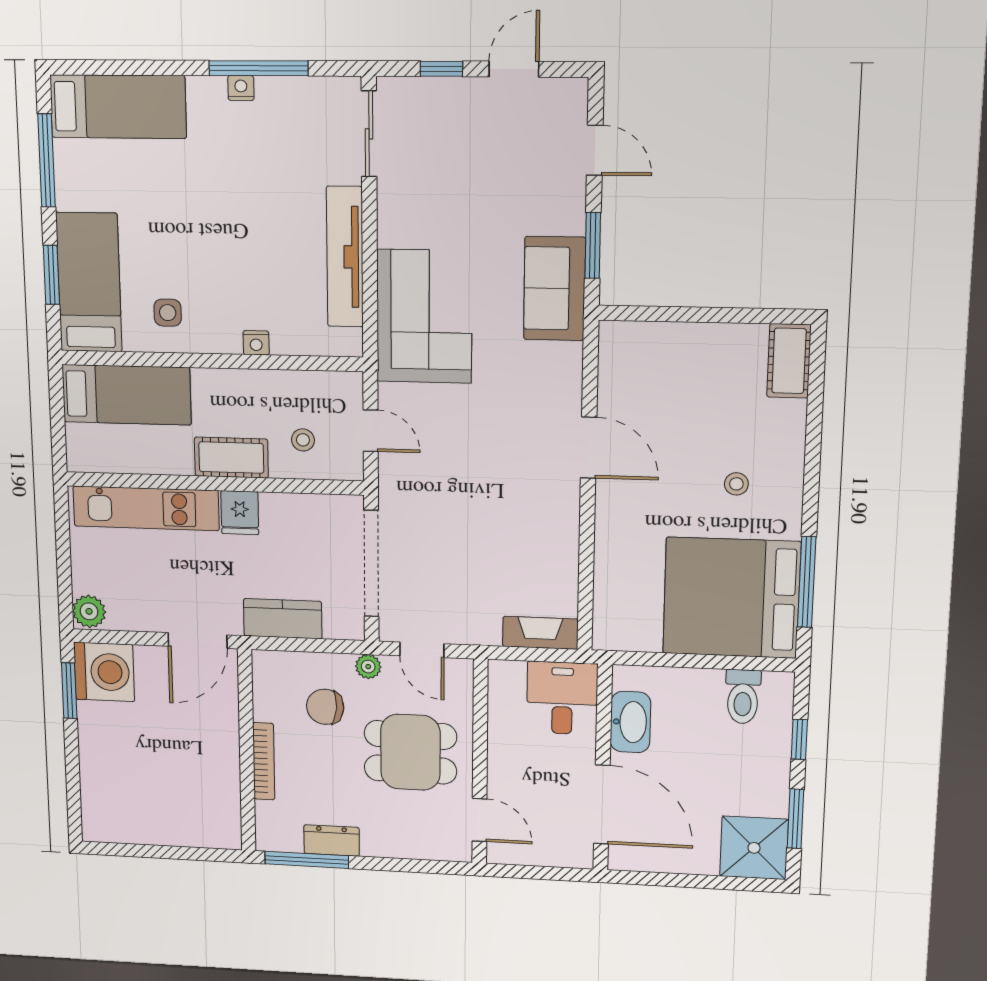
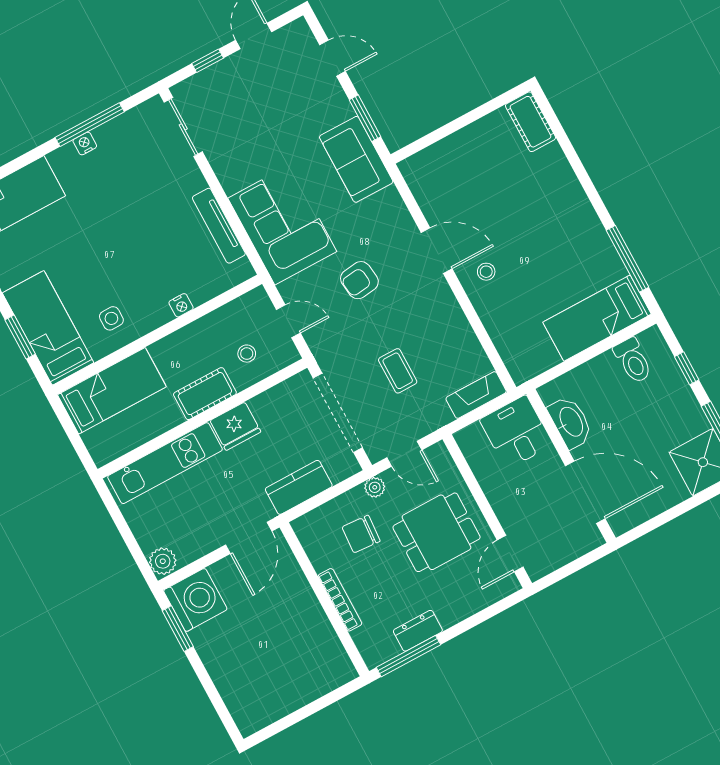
tv unit: (345, 257) -> (219, 226), width x0.73, depth x0.78
armchair: (479, 430) -> (359, 280), added
stool: (736, 484) -> (486, 272), moved
fridge: (240, 513) -> (235, 426), width x1.38
coffee table: (466, 556) -> (398, 371), added
bed: (731, 598) -> (597, 318), width x0.49
door: (480, 820) -> (510, 554), swing flipped

